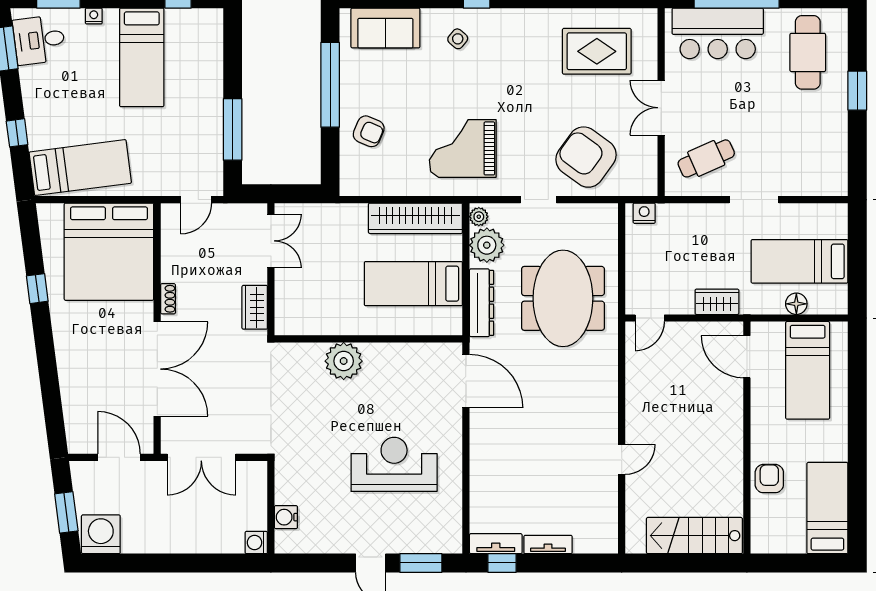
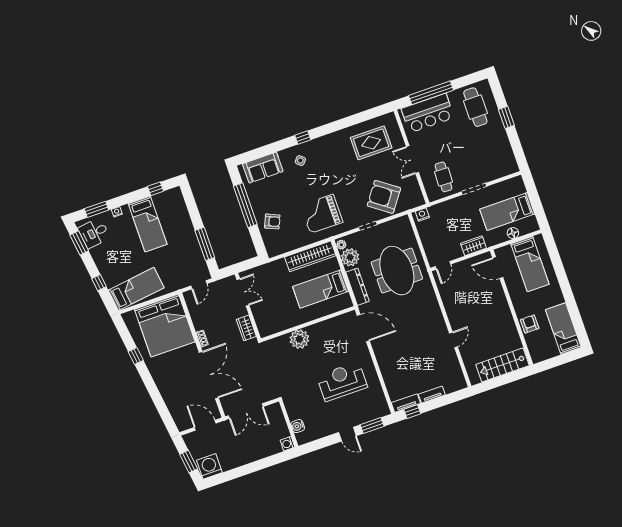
cafe table: (706, 158) -> (443, 177), turned -63

